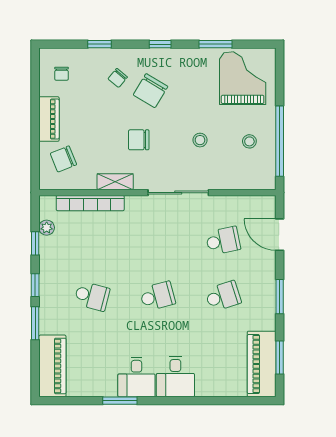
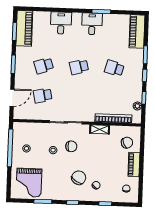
chair: (139, 140) -> (71, 146), moved
door: (280, 235) -> (12, 98), hinge flipped
desk: (175, 377) -> (61, 23), moved

